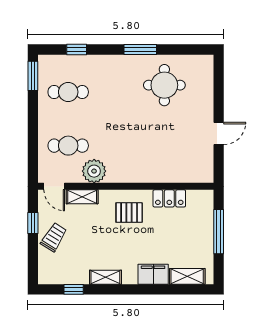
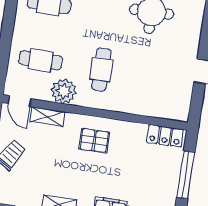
cafe table: (126, 146) -> (101, 69), added
locker: (169, 198) -> (165, 136), moved

